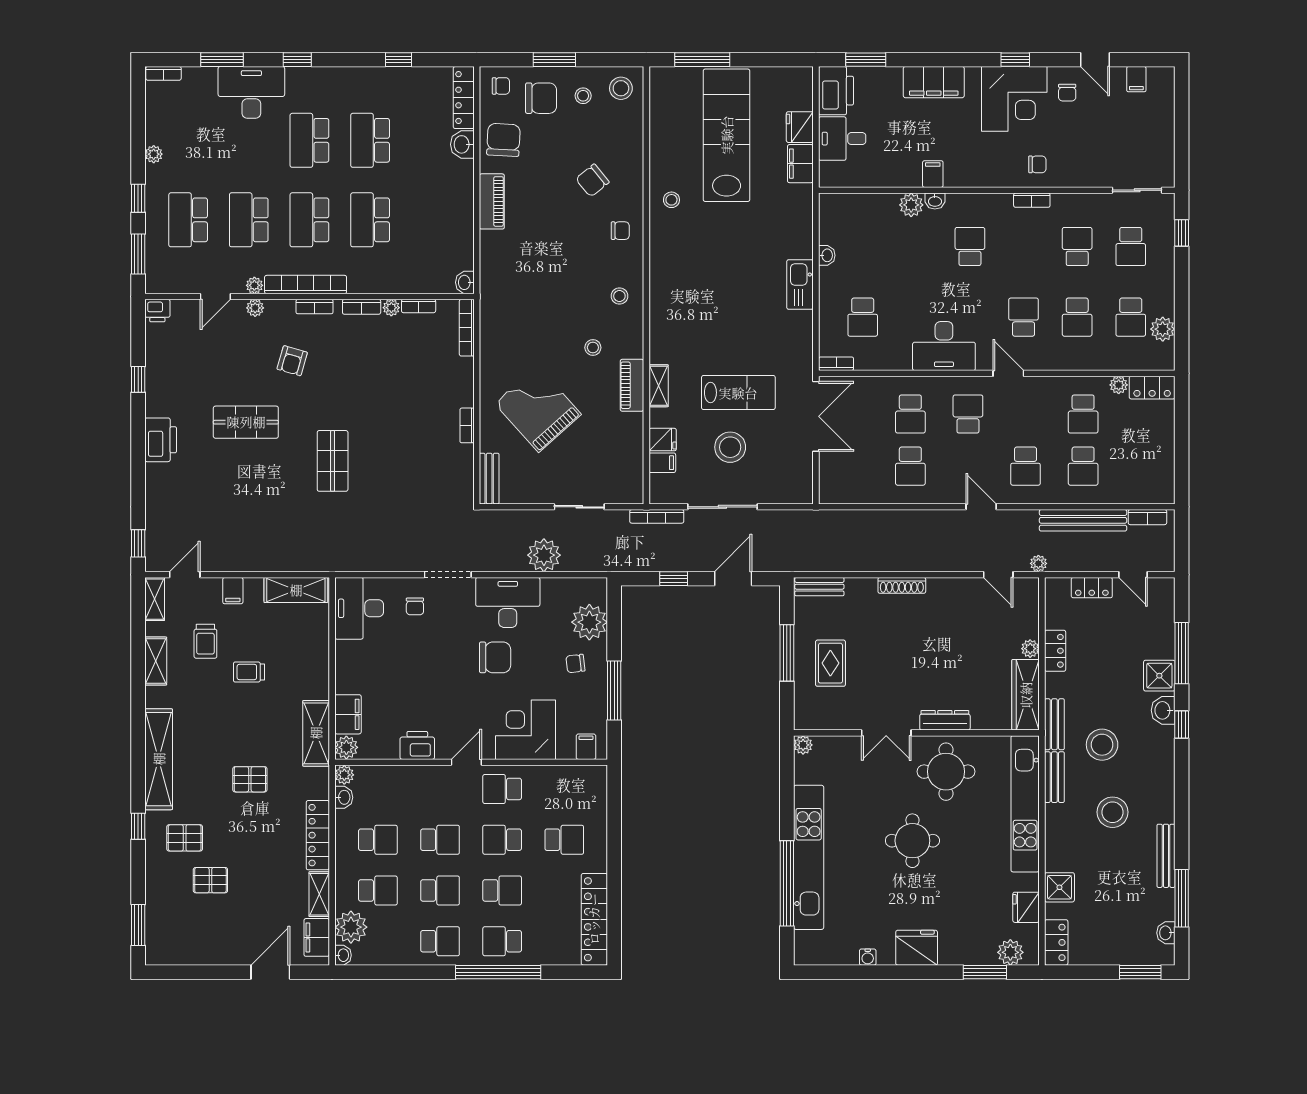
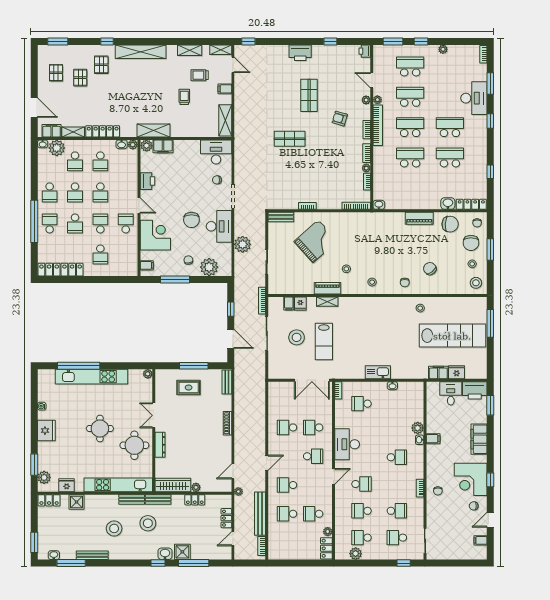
pallet: (250, 779) -> (56, 73), moved

